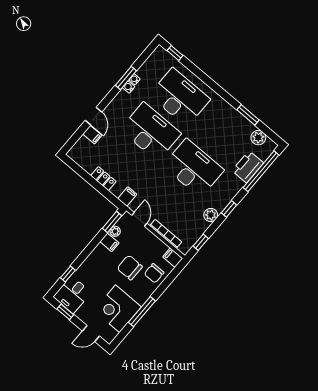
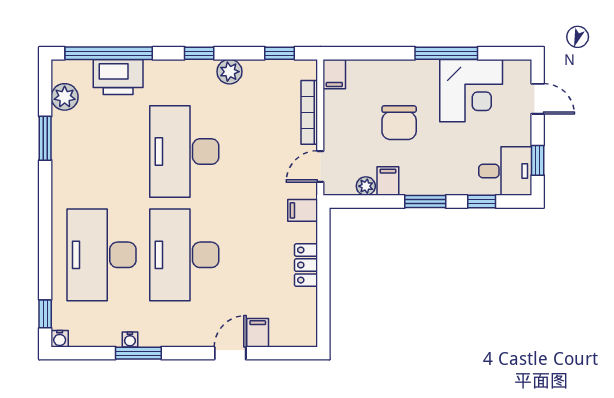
water cooler: (128, 87) -> (60, 339), moved
window: (112, 222) -> (425, 201), moved
chair: (154, 273) -> (378, 82), removed

